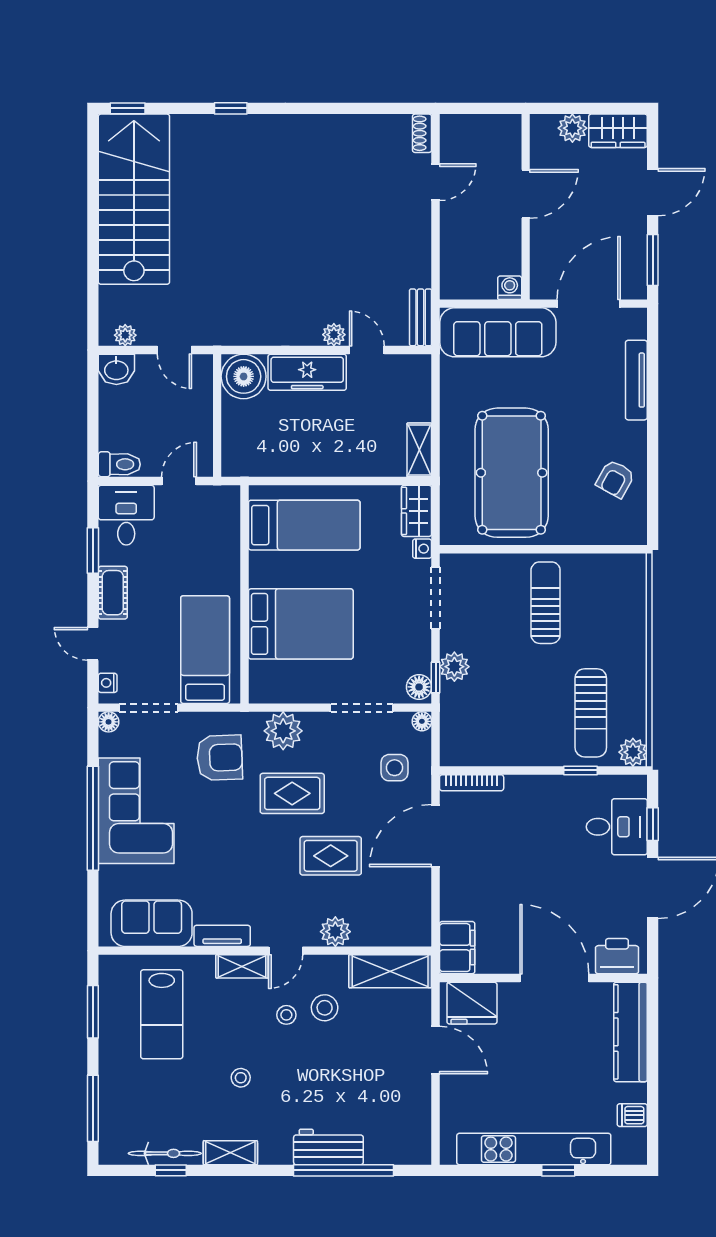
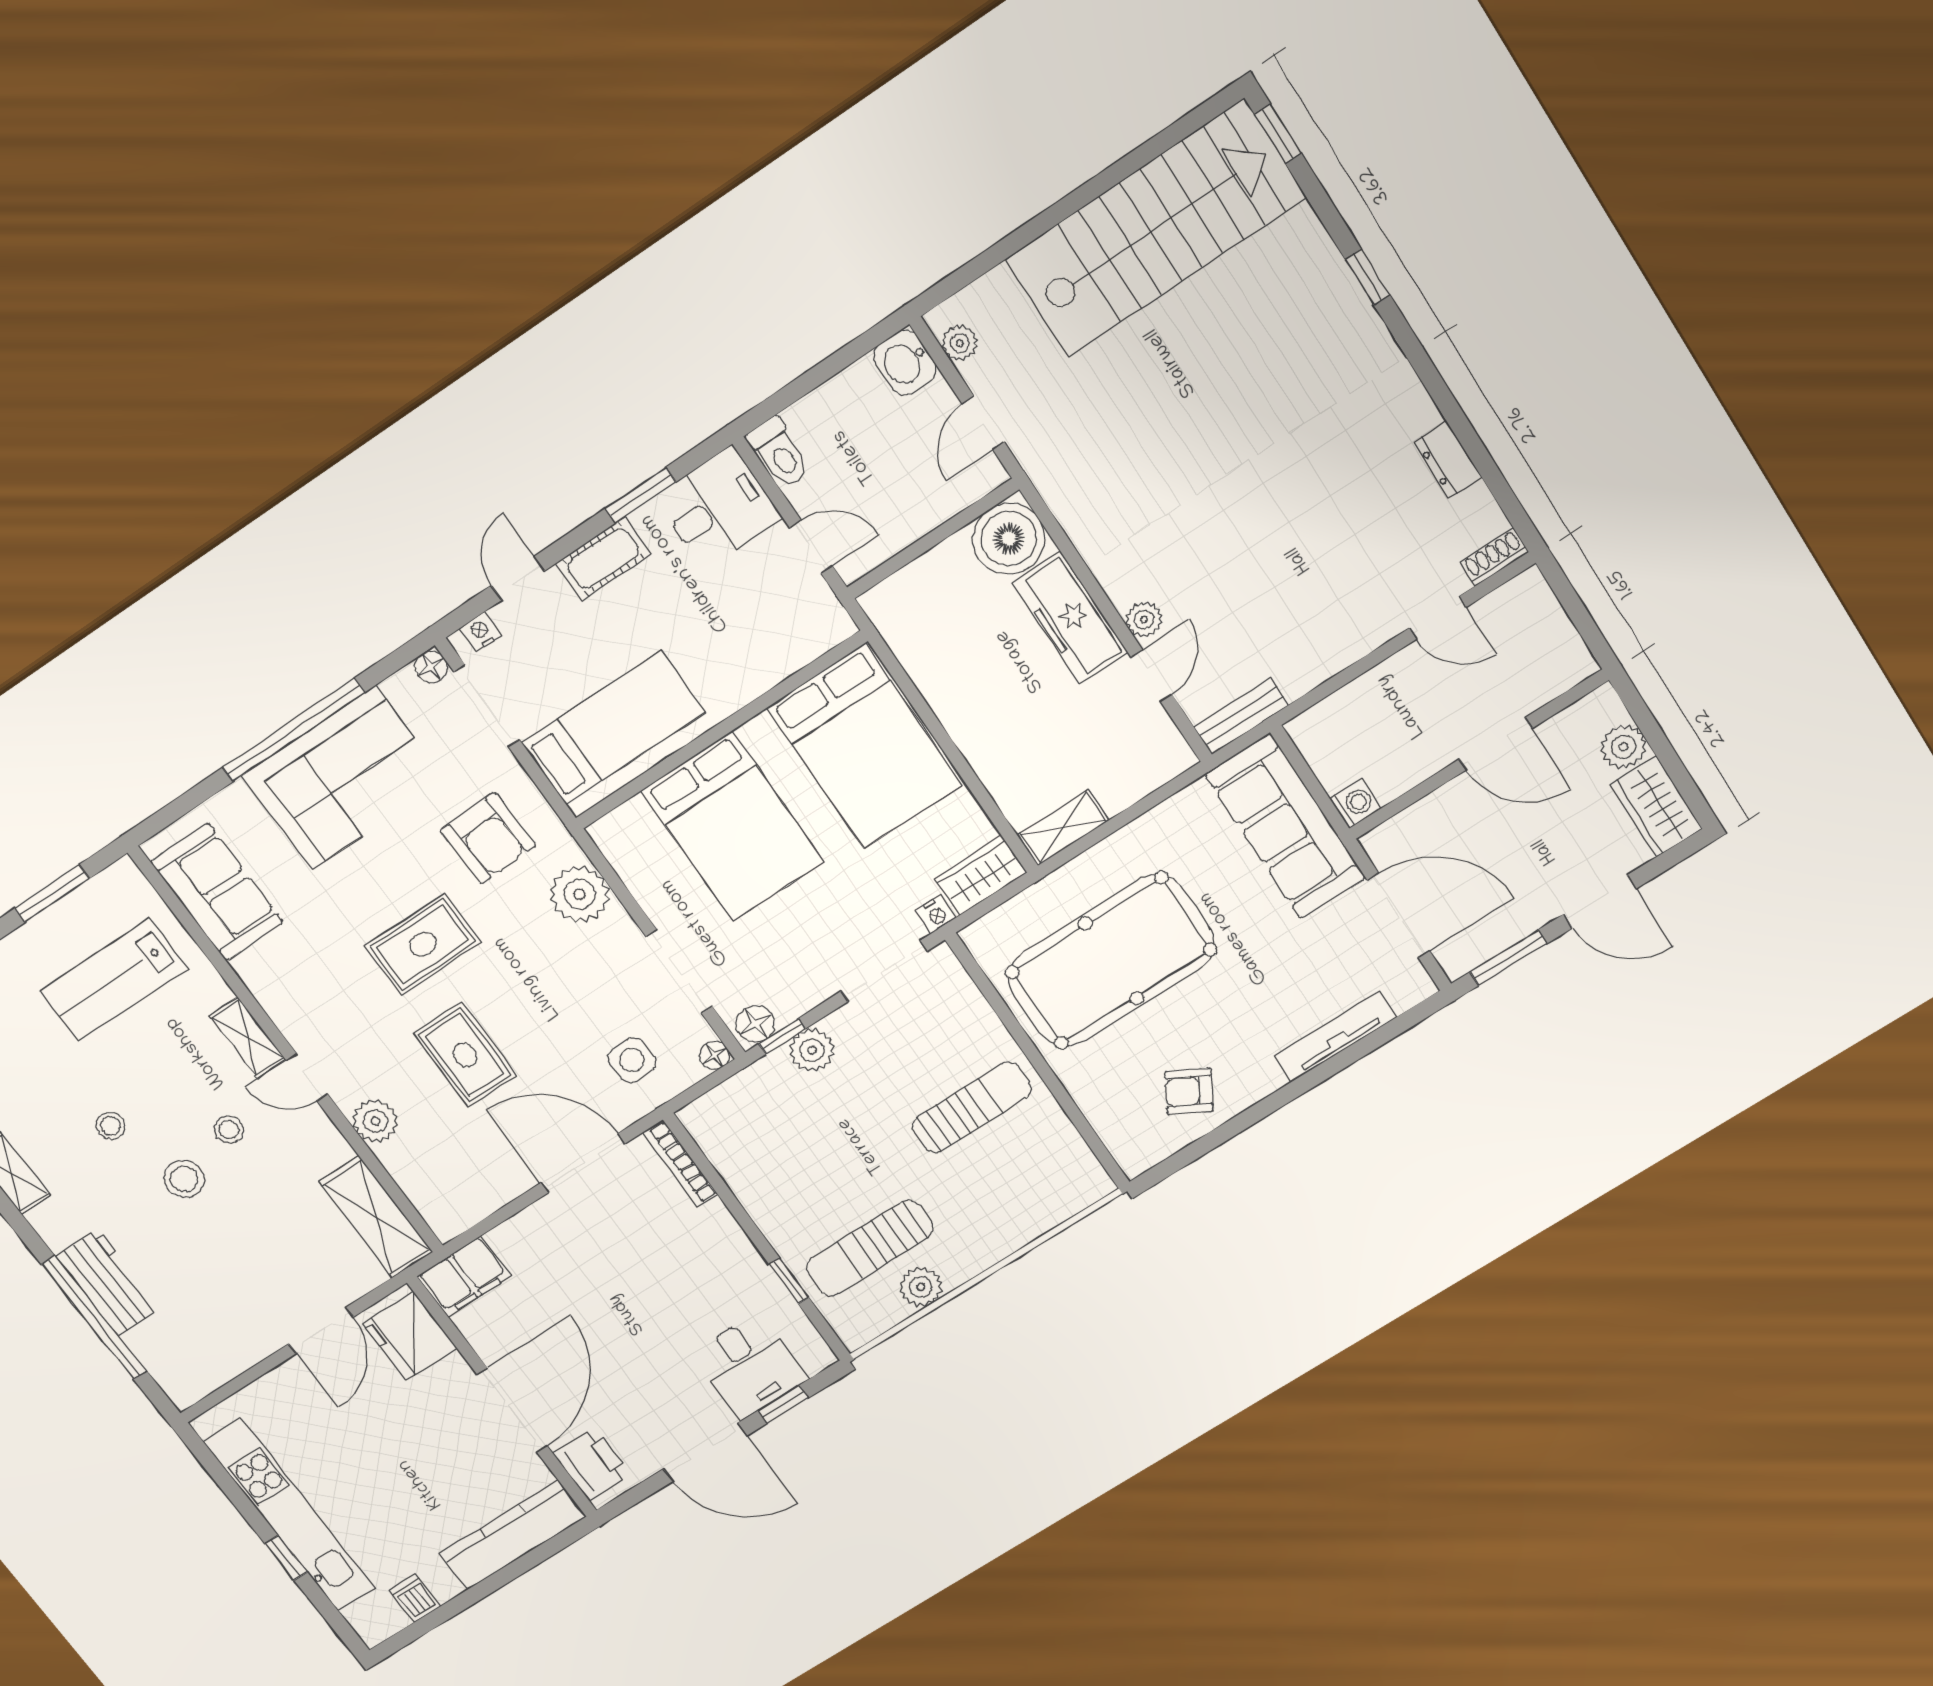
dresser: (354, 126) -> (1448, 460), added
bed: (304, 525) -> (864, 747), width x1.50
plant: (633, 752) -> (921, 1287), moved
rug: (292, 793) -> (423, 944), moved, turned 90
tv unit: (222, 936) -> (267, 989), removed
stool: (325, 1008) -> (184, 1179), moved

